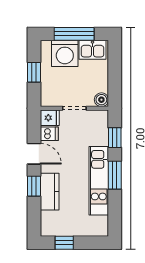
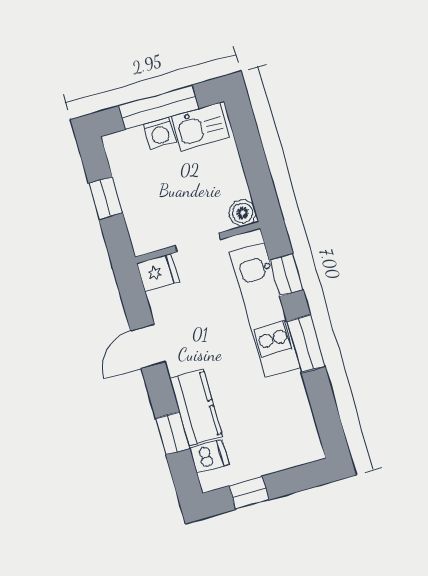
washing machine: (65, 53) -> (160, 133), width x0.53, depth x0.53
dishwasher: (49, 134) -> (209, 456), moved
door: (34, 154) -> (148, 346), swing flipped
kitchen unit: (99, 181) -> (265, 310), moved
window: (34, 186) -> (173, 433), moved

